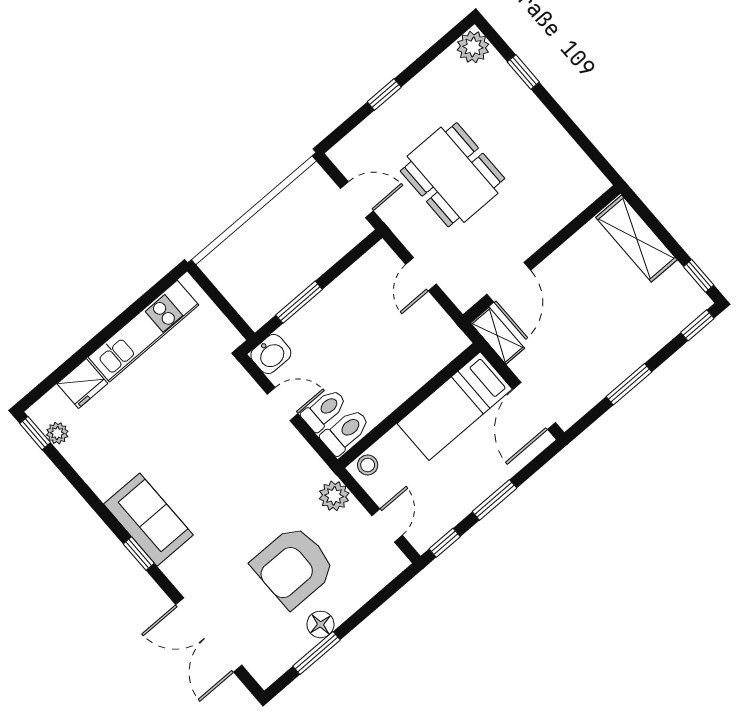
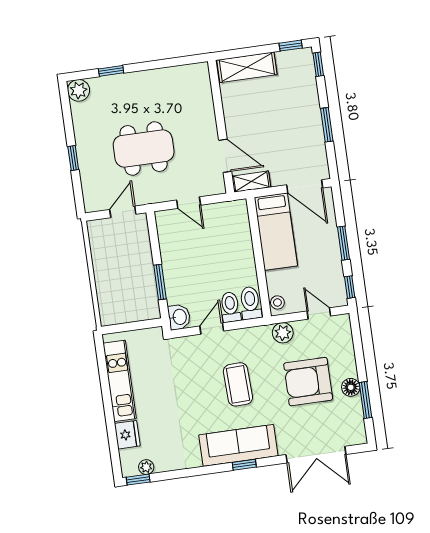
coffee table: (234, 481) -> (238, 384), added
sofa: (148, 520) -> (238, 445), width x1.36
armchair: (294, 567) -> (308, 382), turned 90

